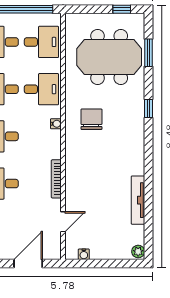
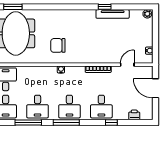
desk: (41, 89) -> (38, 79), removed
window: (148, 108) -> (105, 7), moved
door: (63, 222) -> (127, 65), hinge flipped

